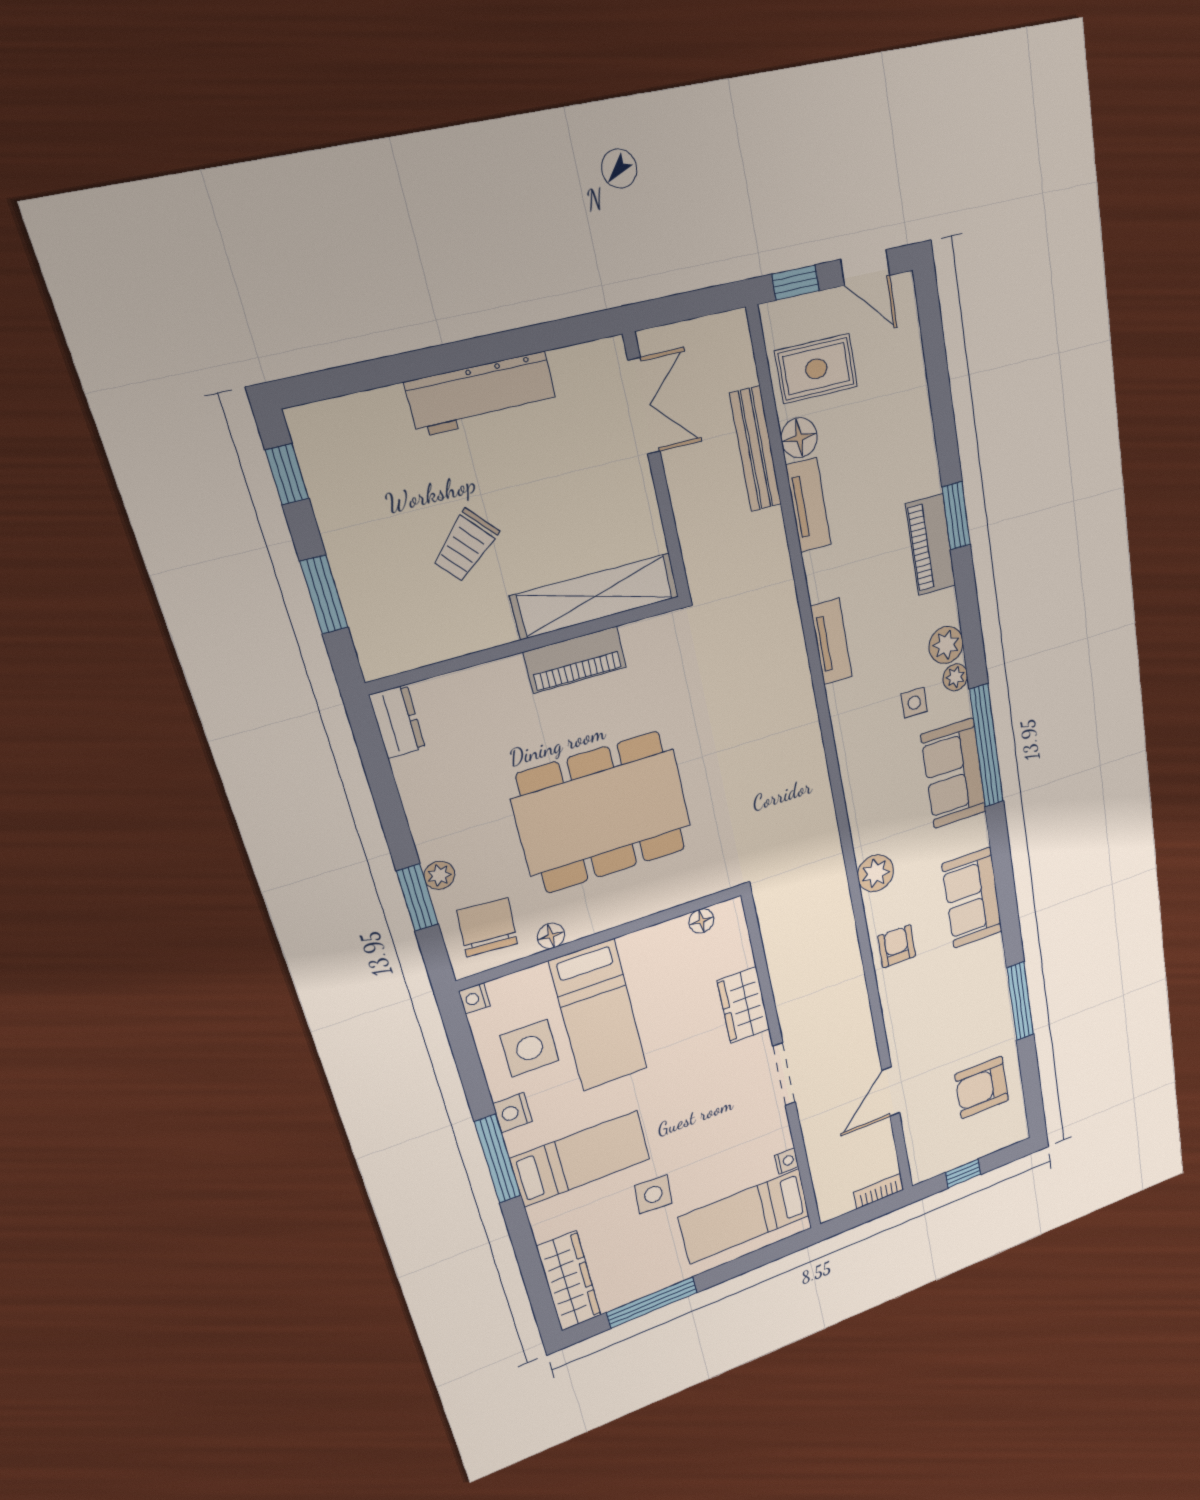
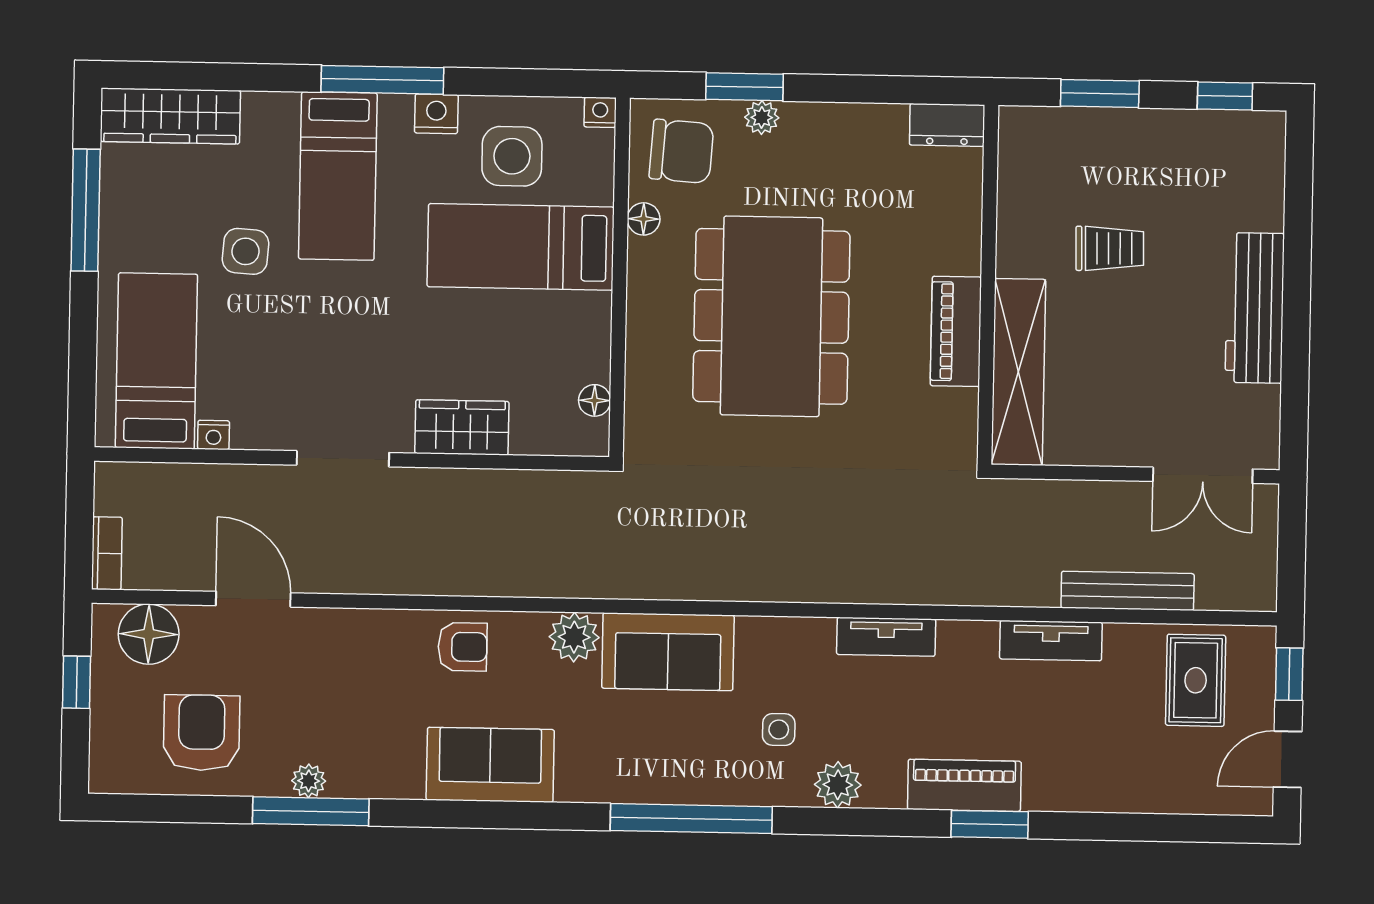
floor lamp: (799, 438) -> (149, 634), moved, width x1.38, depth x1.38
trolley: (465, 546) -> (1110, 248), turned 131
plant: (955, 677) -> (309, 781), moved
sofa: (954, 773) -> (668, 652), moved, turned 180

